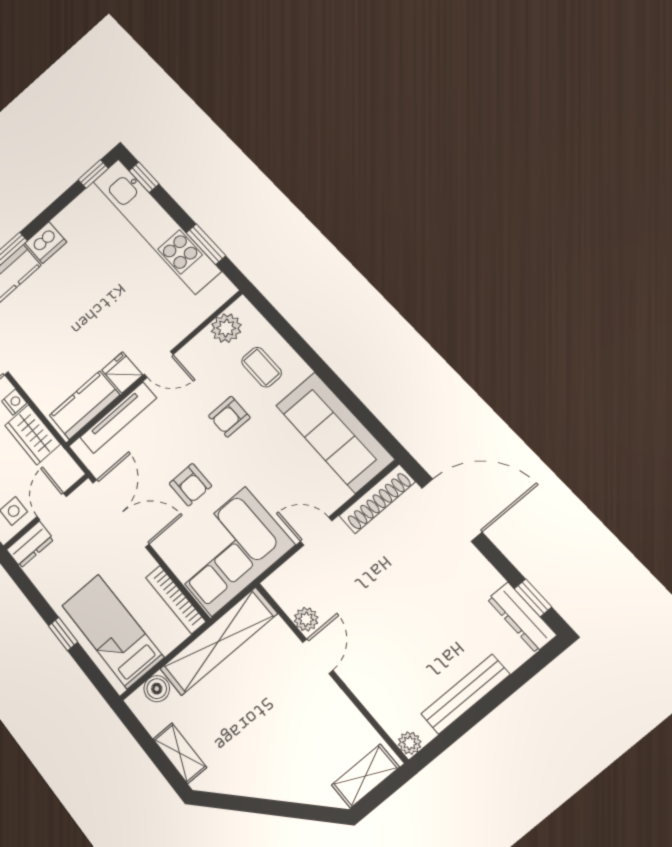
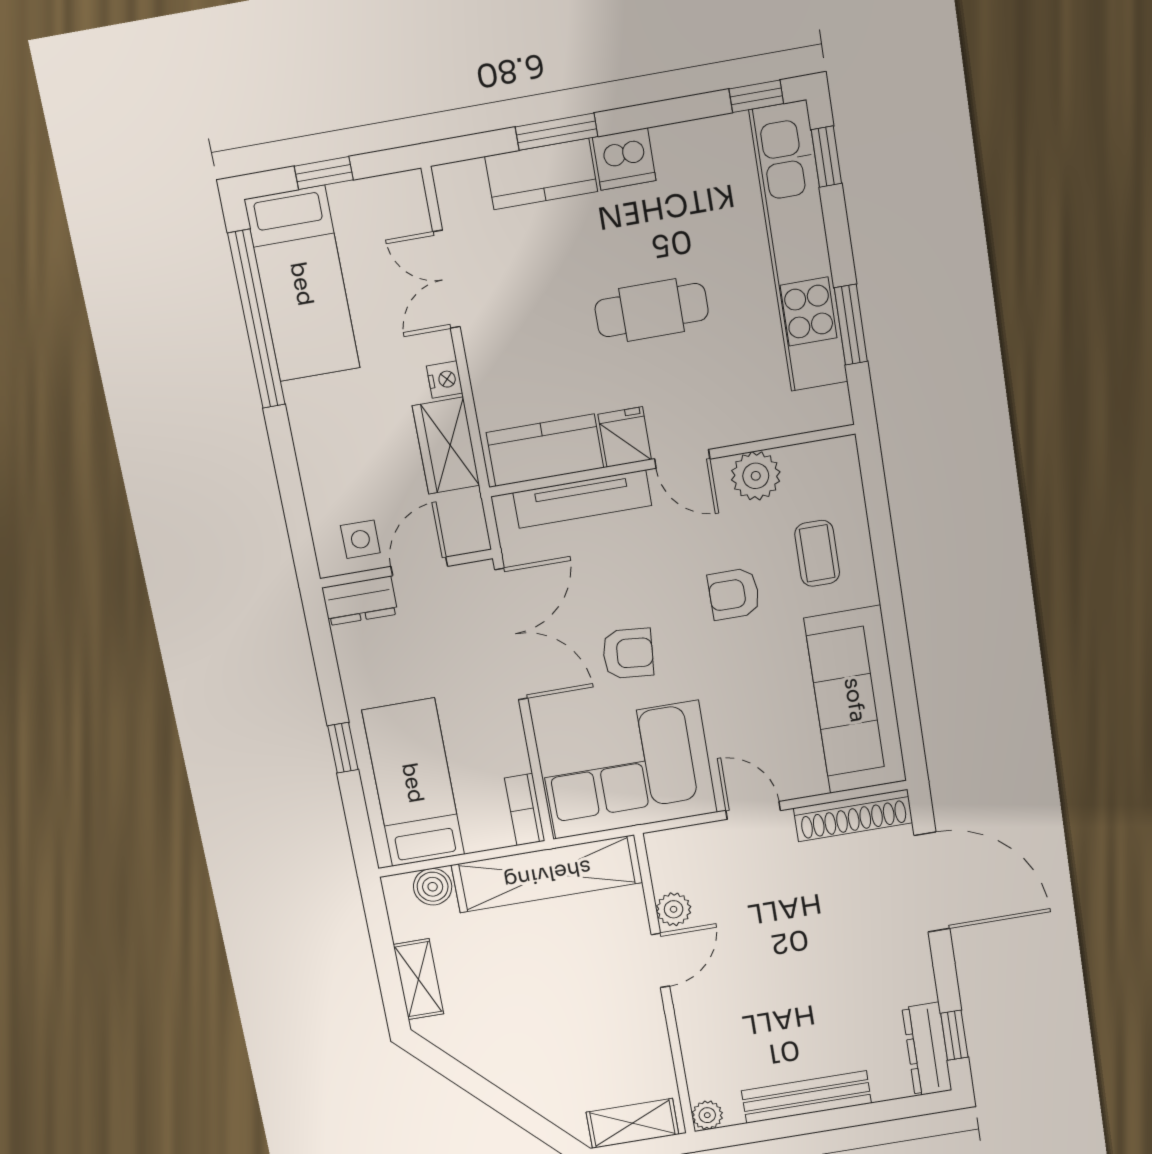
cafe table: (100, 302) -> (652, 310), added
plant: (226, 328) -> (756, 476), moved
armchair: (190, 485) -> (628, 653), turned -85
bookcase: (176, 599) -> (525, 810), width x0.64

